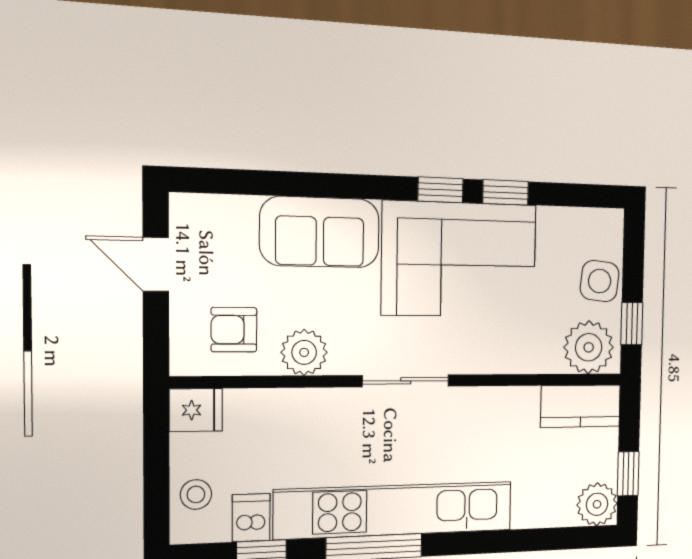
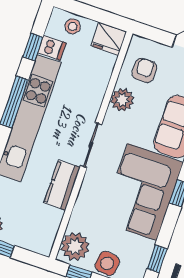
window: (506, 192) -> (157, 259), moved
kitchen counter: (581, 406) -> (62, 185), moved
fridge: (196, 410) -> (109, 39), width x1.38

